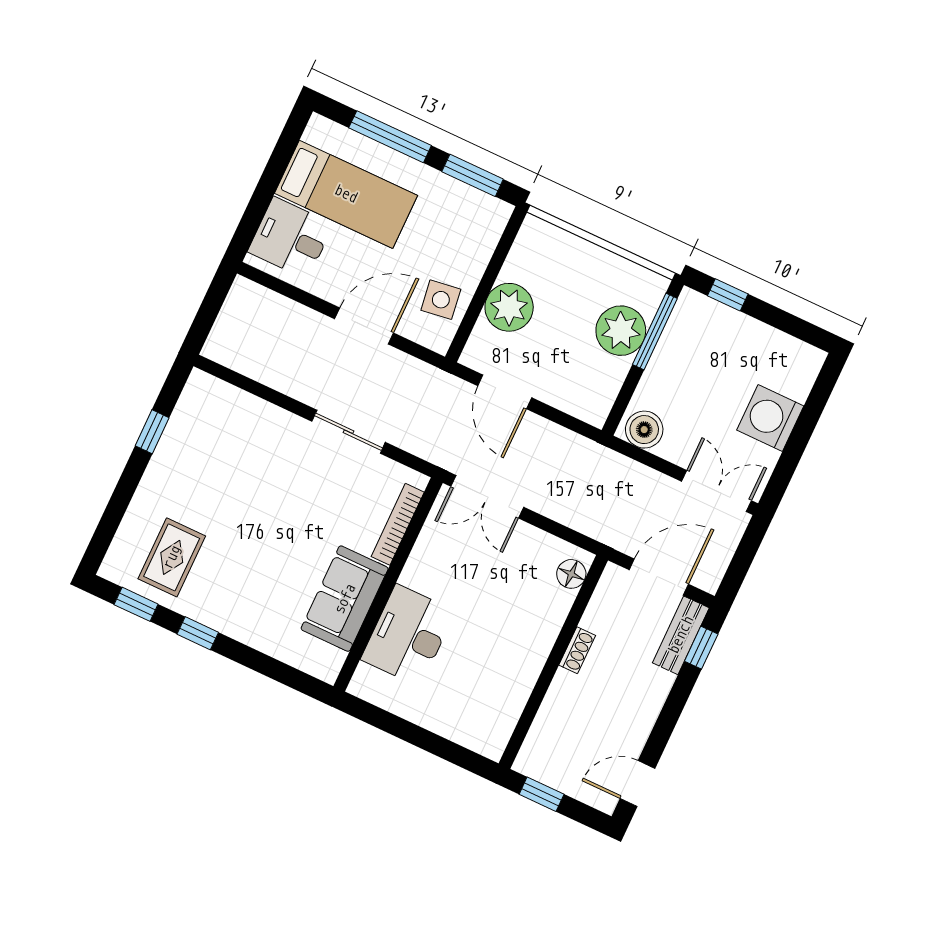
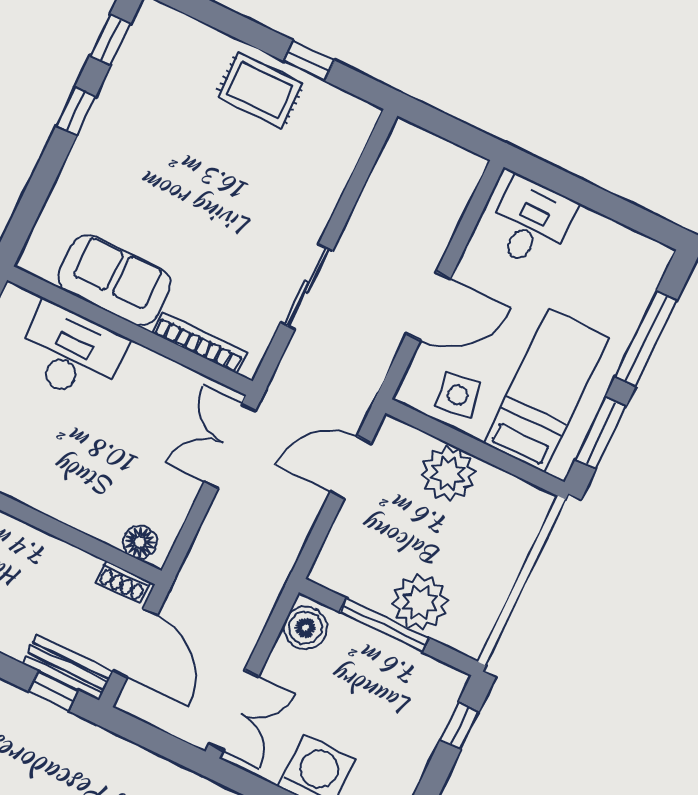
bed: (346, 194) -> (546, 390), moved, turned 180
door: (364, 326) -> (428, 306), hinge flipped
window: (655, 332) -> (384, 625), moved
rug: (172, 557) -> (260, 90), moved
shoe rack: (577, 650) -> (123, 582), moved

